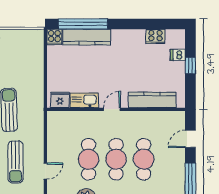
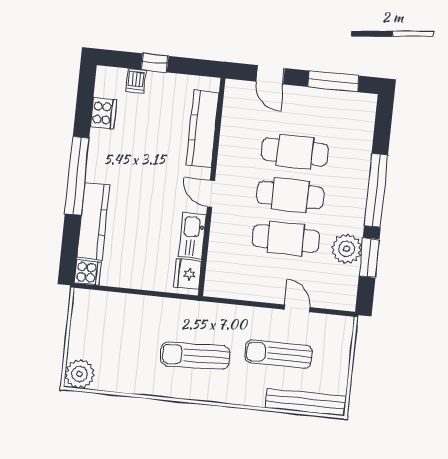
window: (83, 24) -> (77, 176), moved
sun lounger: (16, 162) -> (278, 354), turned 180

